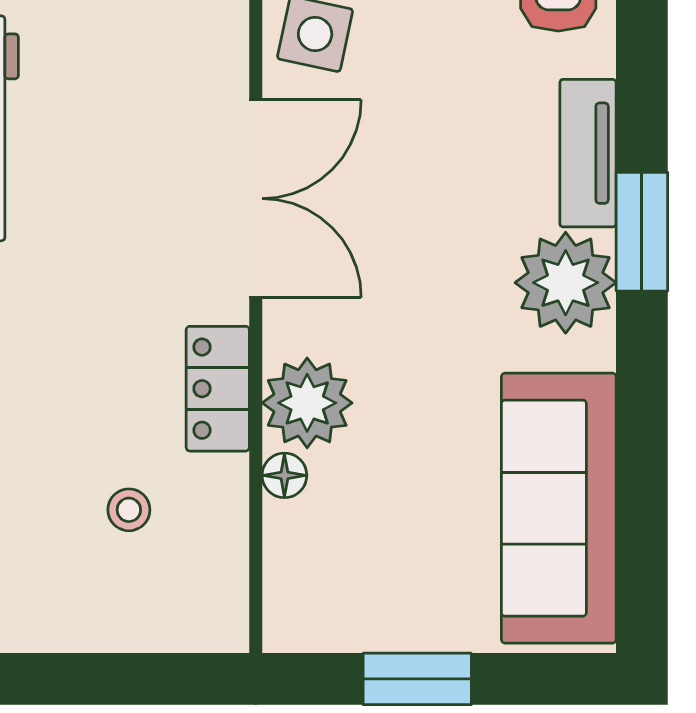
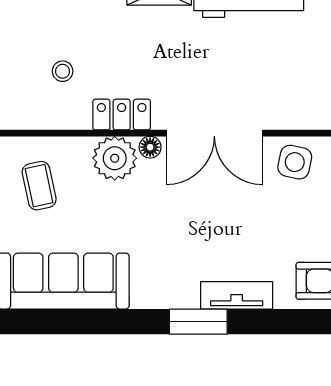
plant: (566, 283) -> (173, 284), removed
floor lamp: (284, 475) -> (150, 147), moved
coffee table: (363, 558) -> (39, 186), added

